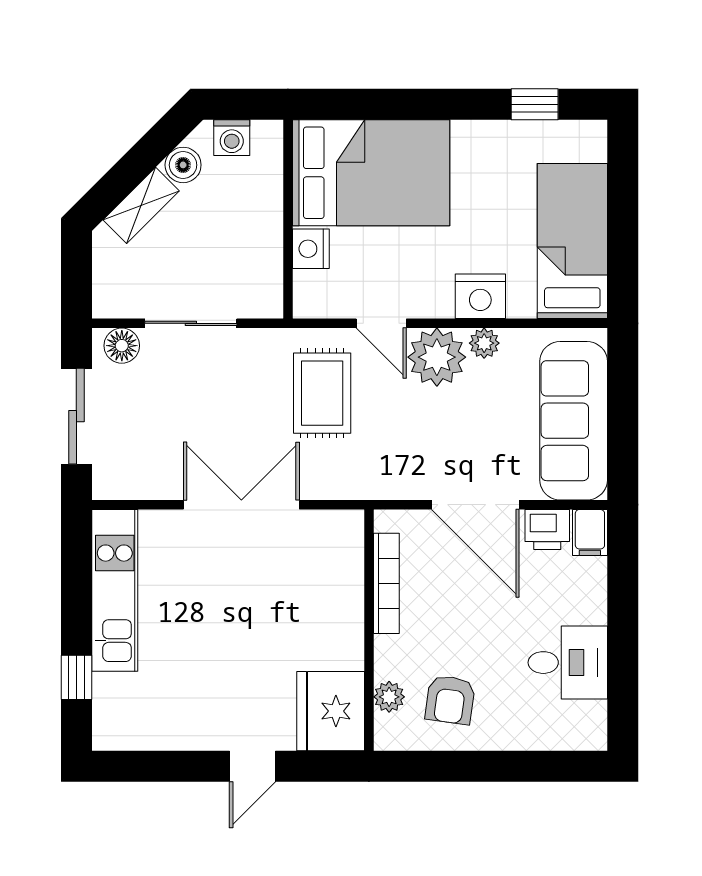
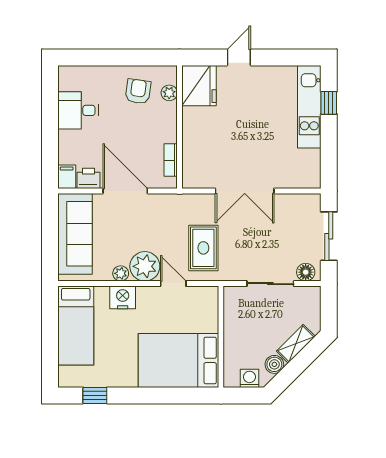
nightstand: (311, 249) -> (209, 322), removed
bookcase: (386, 583) -> (171, 160), width x0.64
kitchen unit: (115, 590) -> (309, 107), moved

